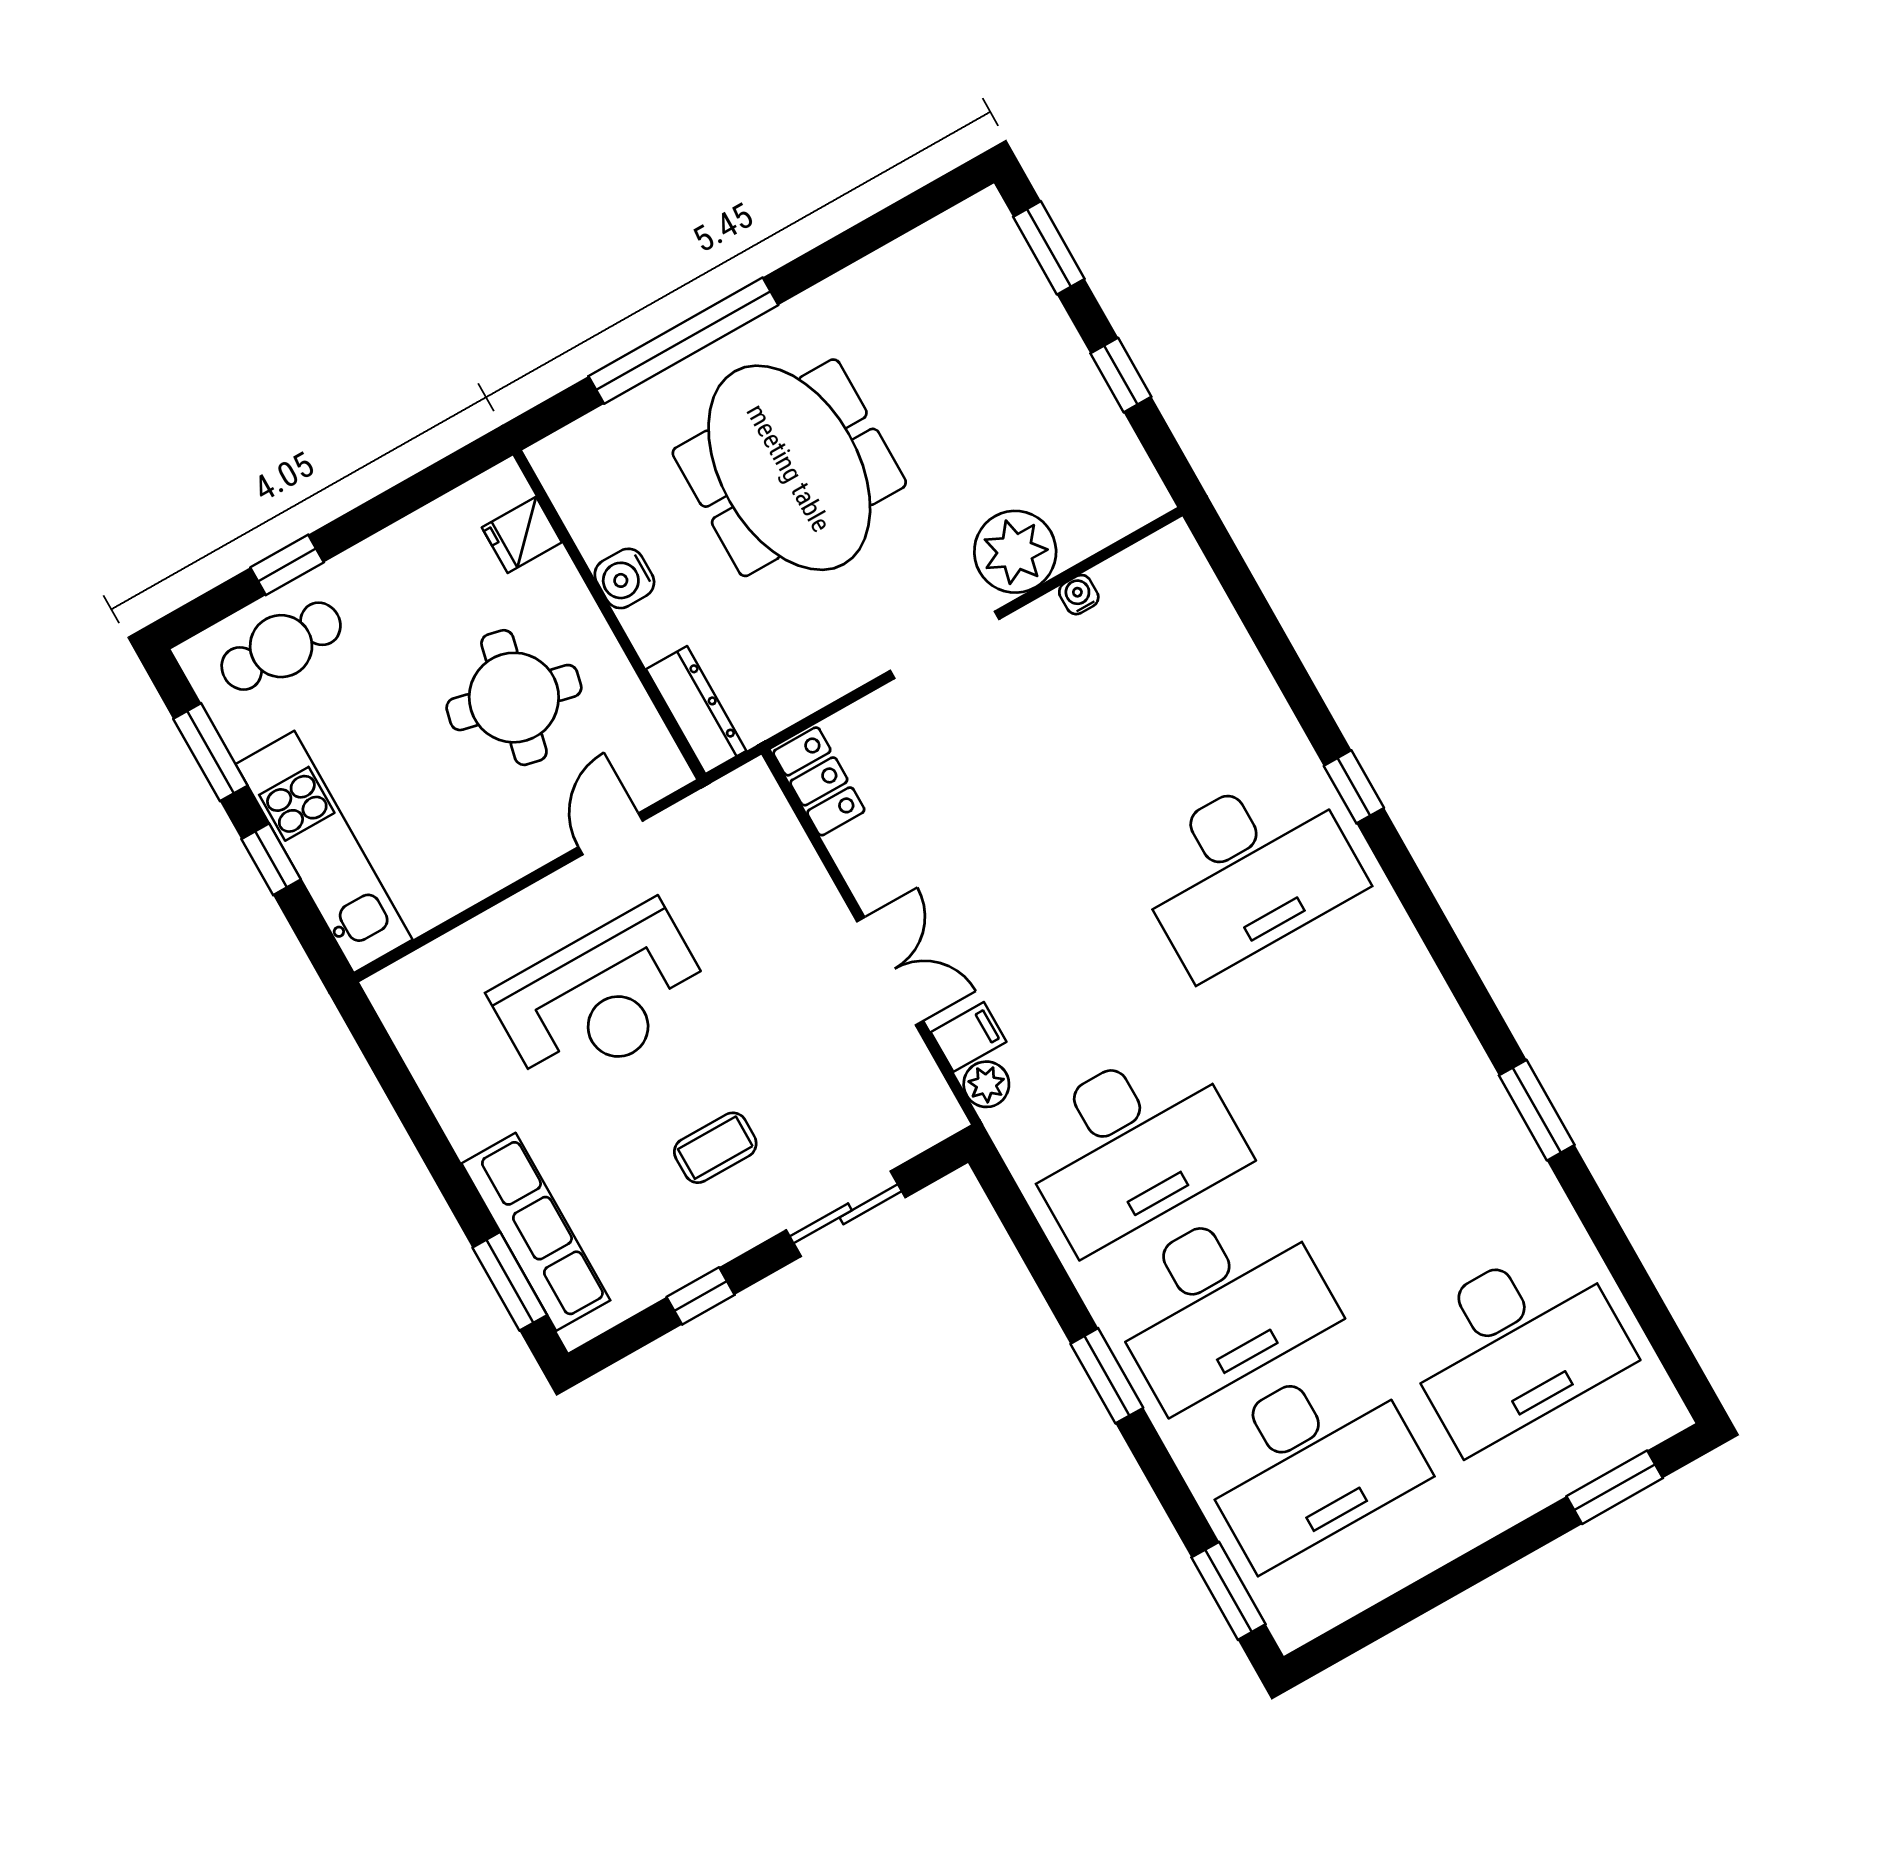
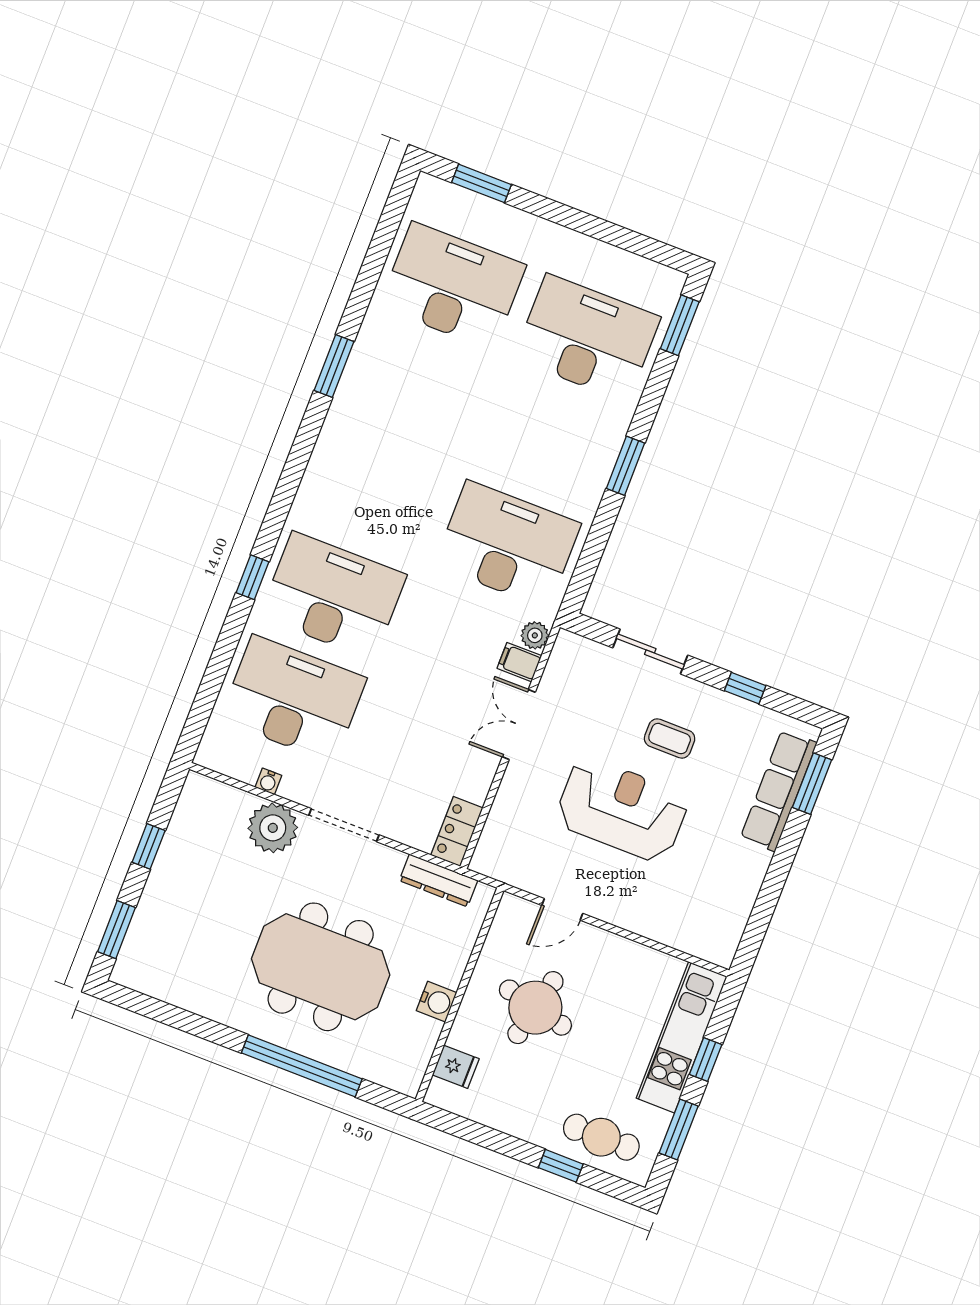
meeting table: (789, 468) -> (321, 967), turned 90
dresser: (696, 710) -> (438, 880), moved, turned -90
reception desk: (602, 998) -> (622, 809), moved
desk: (1220, 1302) -> (293, 699), moved

